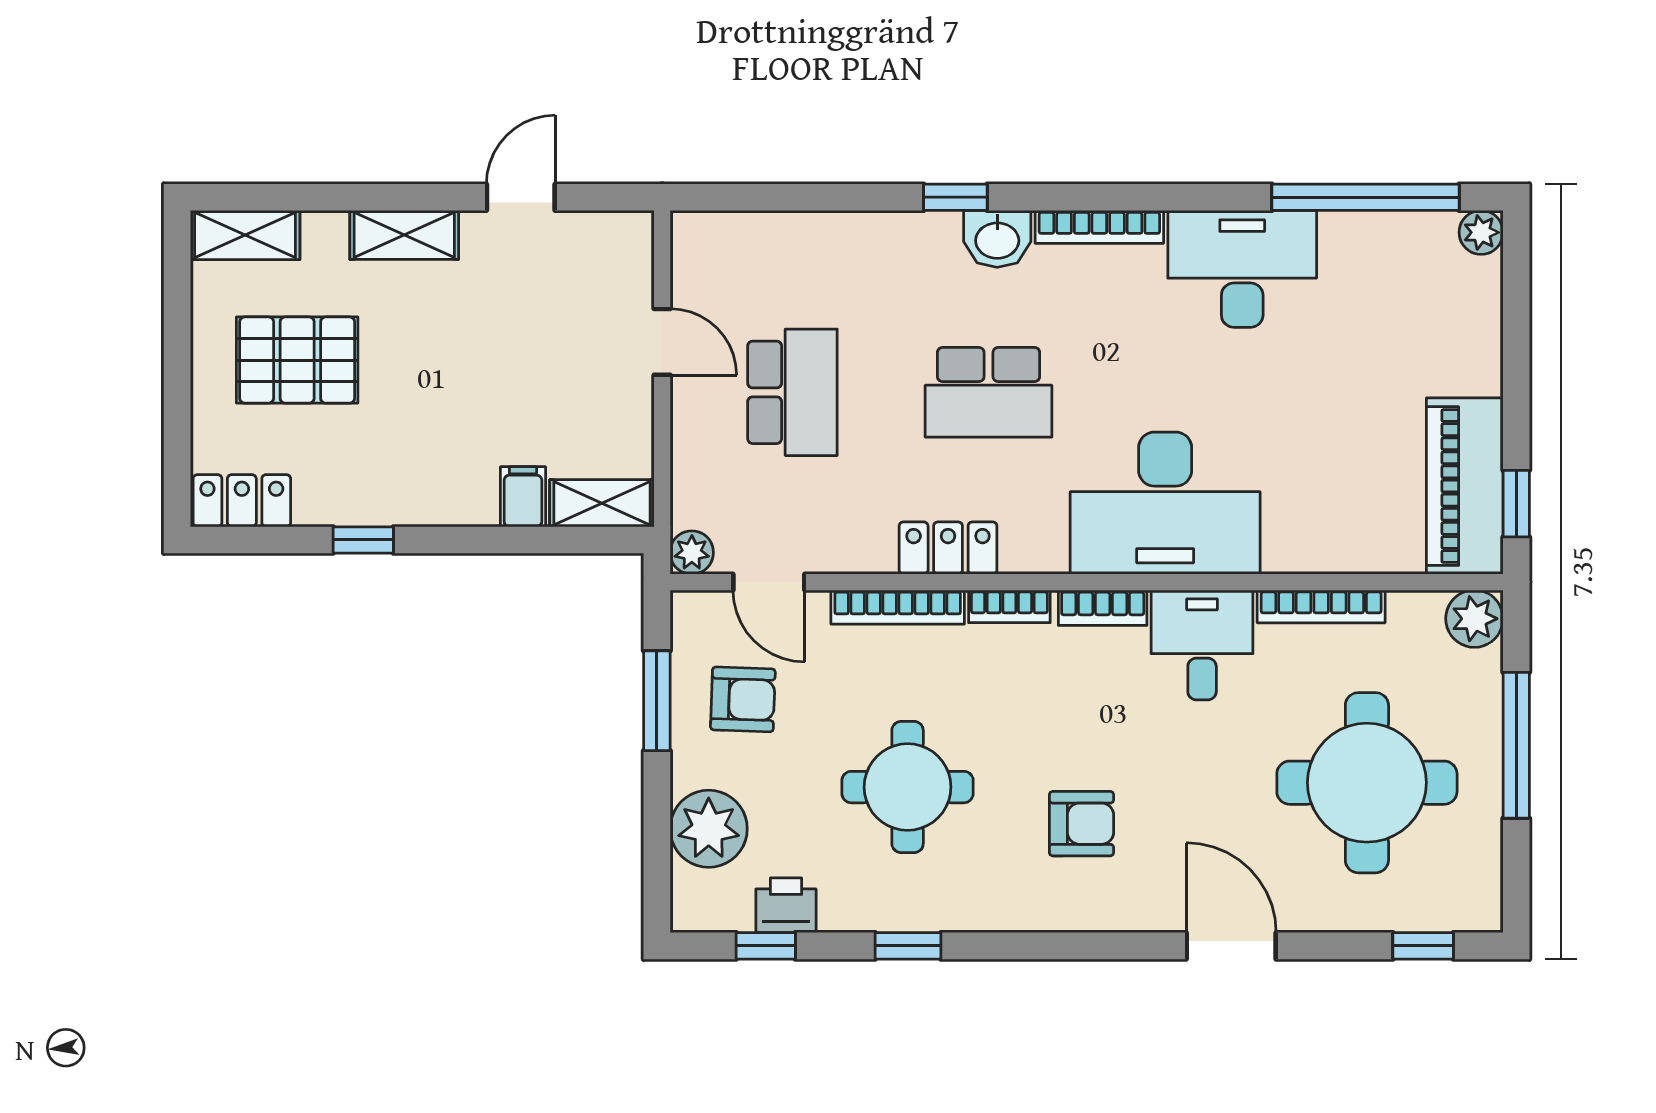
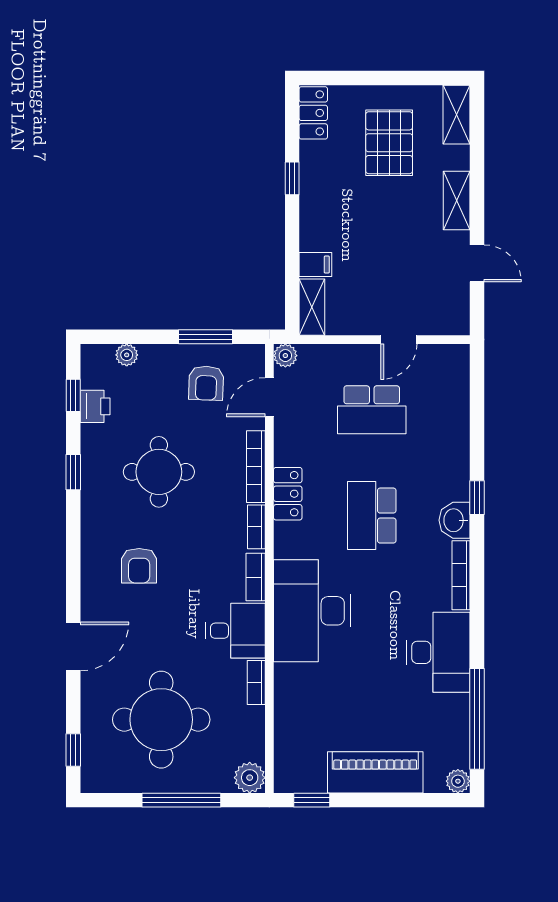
piano: (1465, 486) -> (375, 772), moved
bookcase: (1321, 606) -> (256, 682), width x0.64
plant: (709, 829) -> (127, 355), width x0.53, depth x0.53

